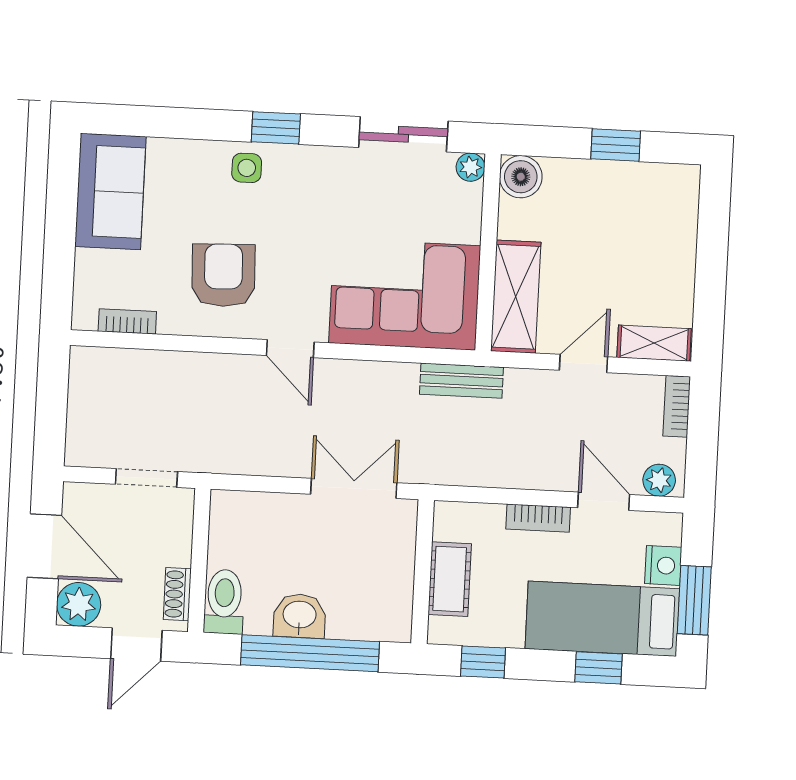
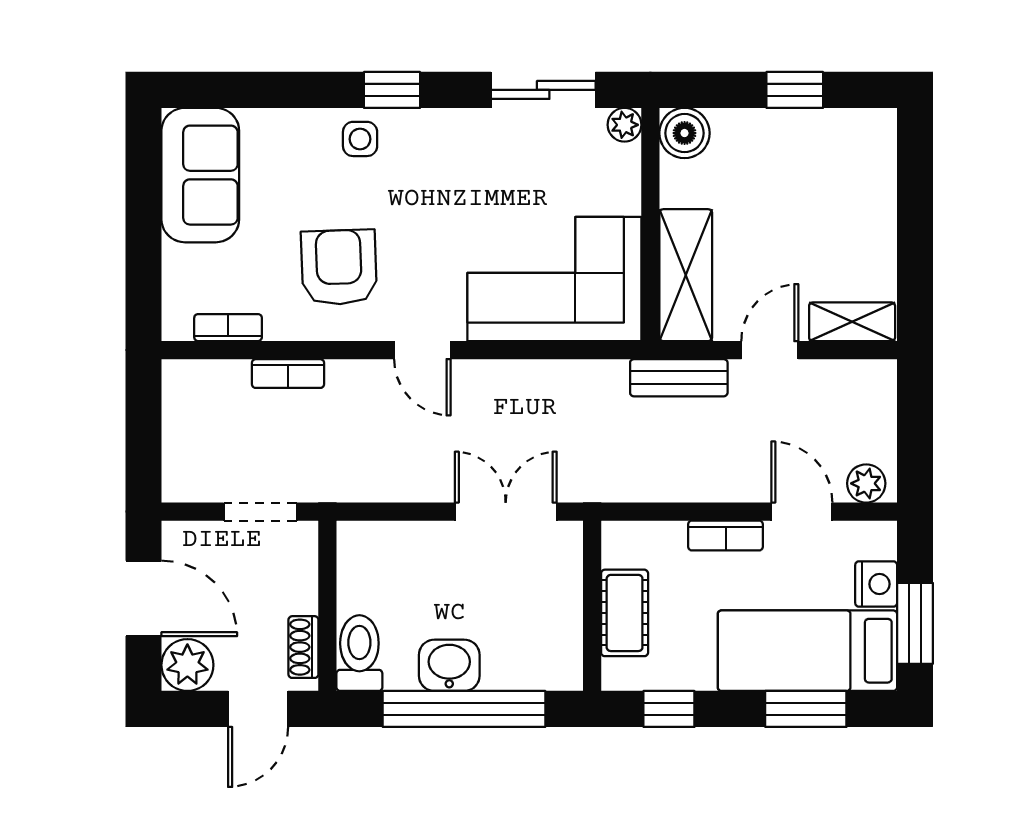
bench: (461, 381) -> (679, 378), moved
bookcase: (677, 406) -> (288, 374), moved, turned -90
window: (599, 668) -> (806, 709), width x1.50

